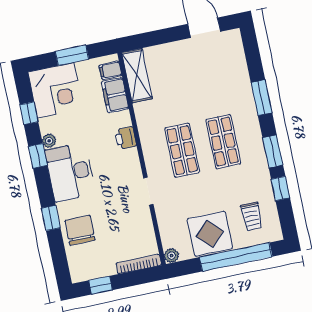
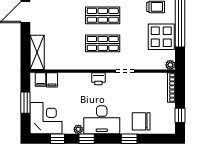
shelving: (137, 76) -> (37, 52), moved, turned 90
filing cabinet: (115, 95) -> (52, 80), width x0.50
printer: (126, 138) -> (98, 79), moved

